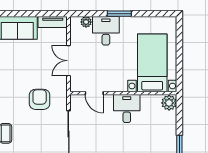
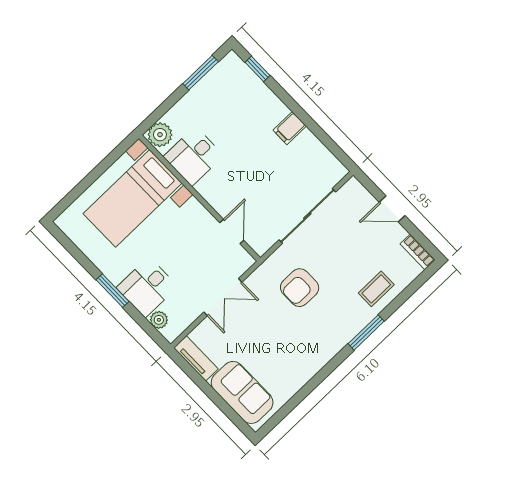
desk: (127, 109) -> (193, 156), moved

